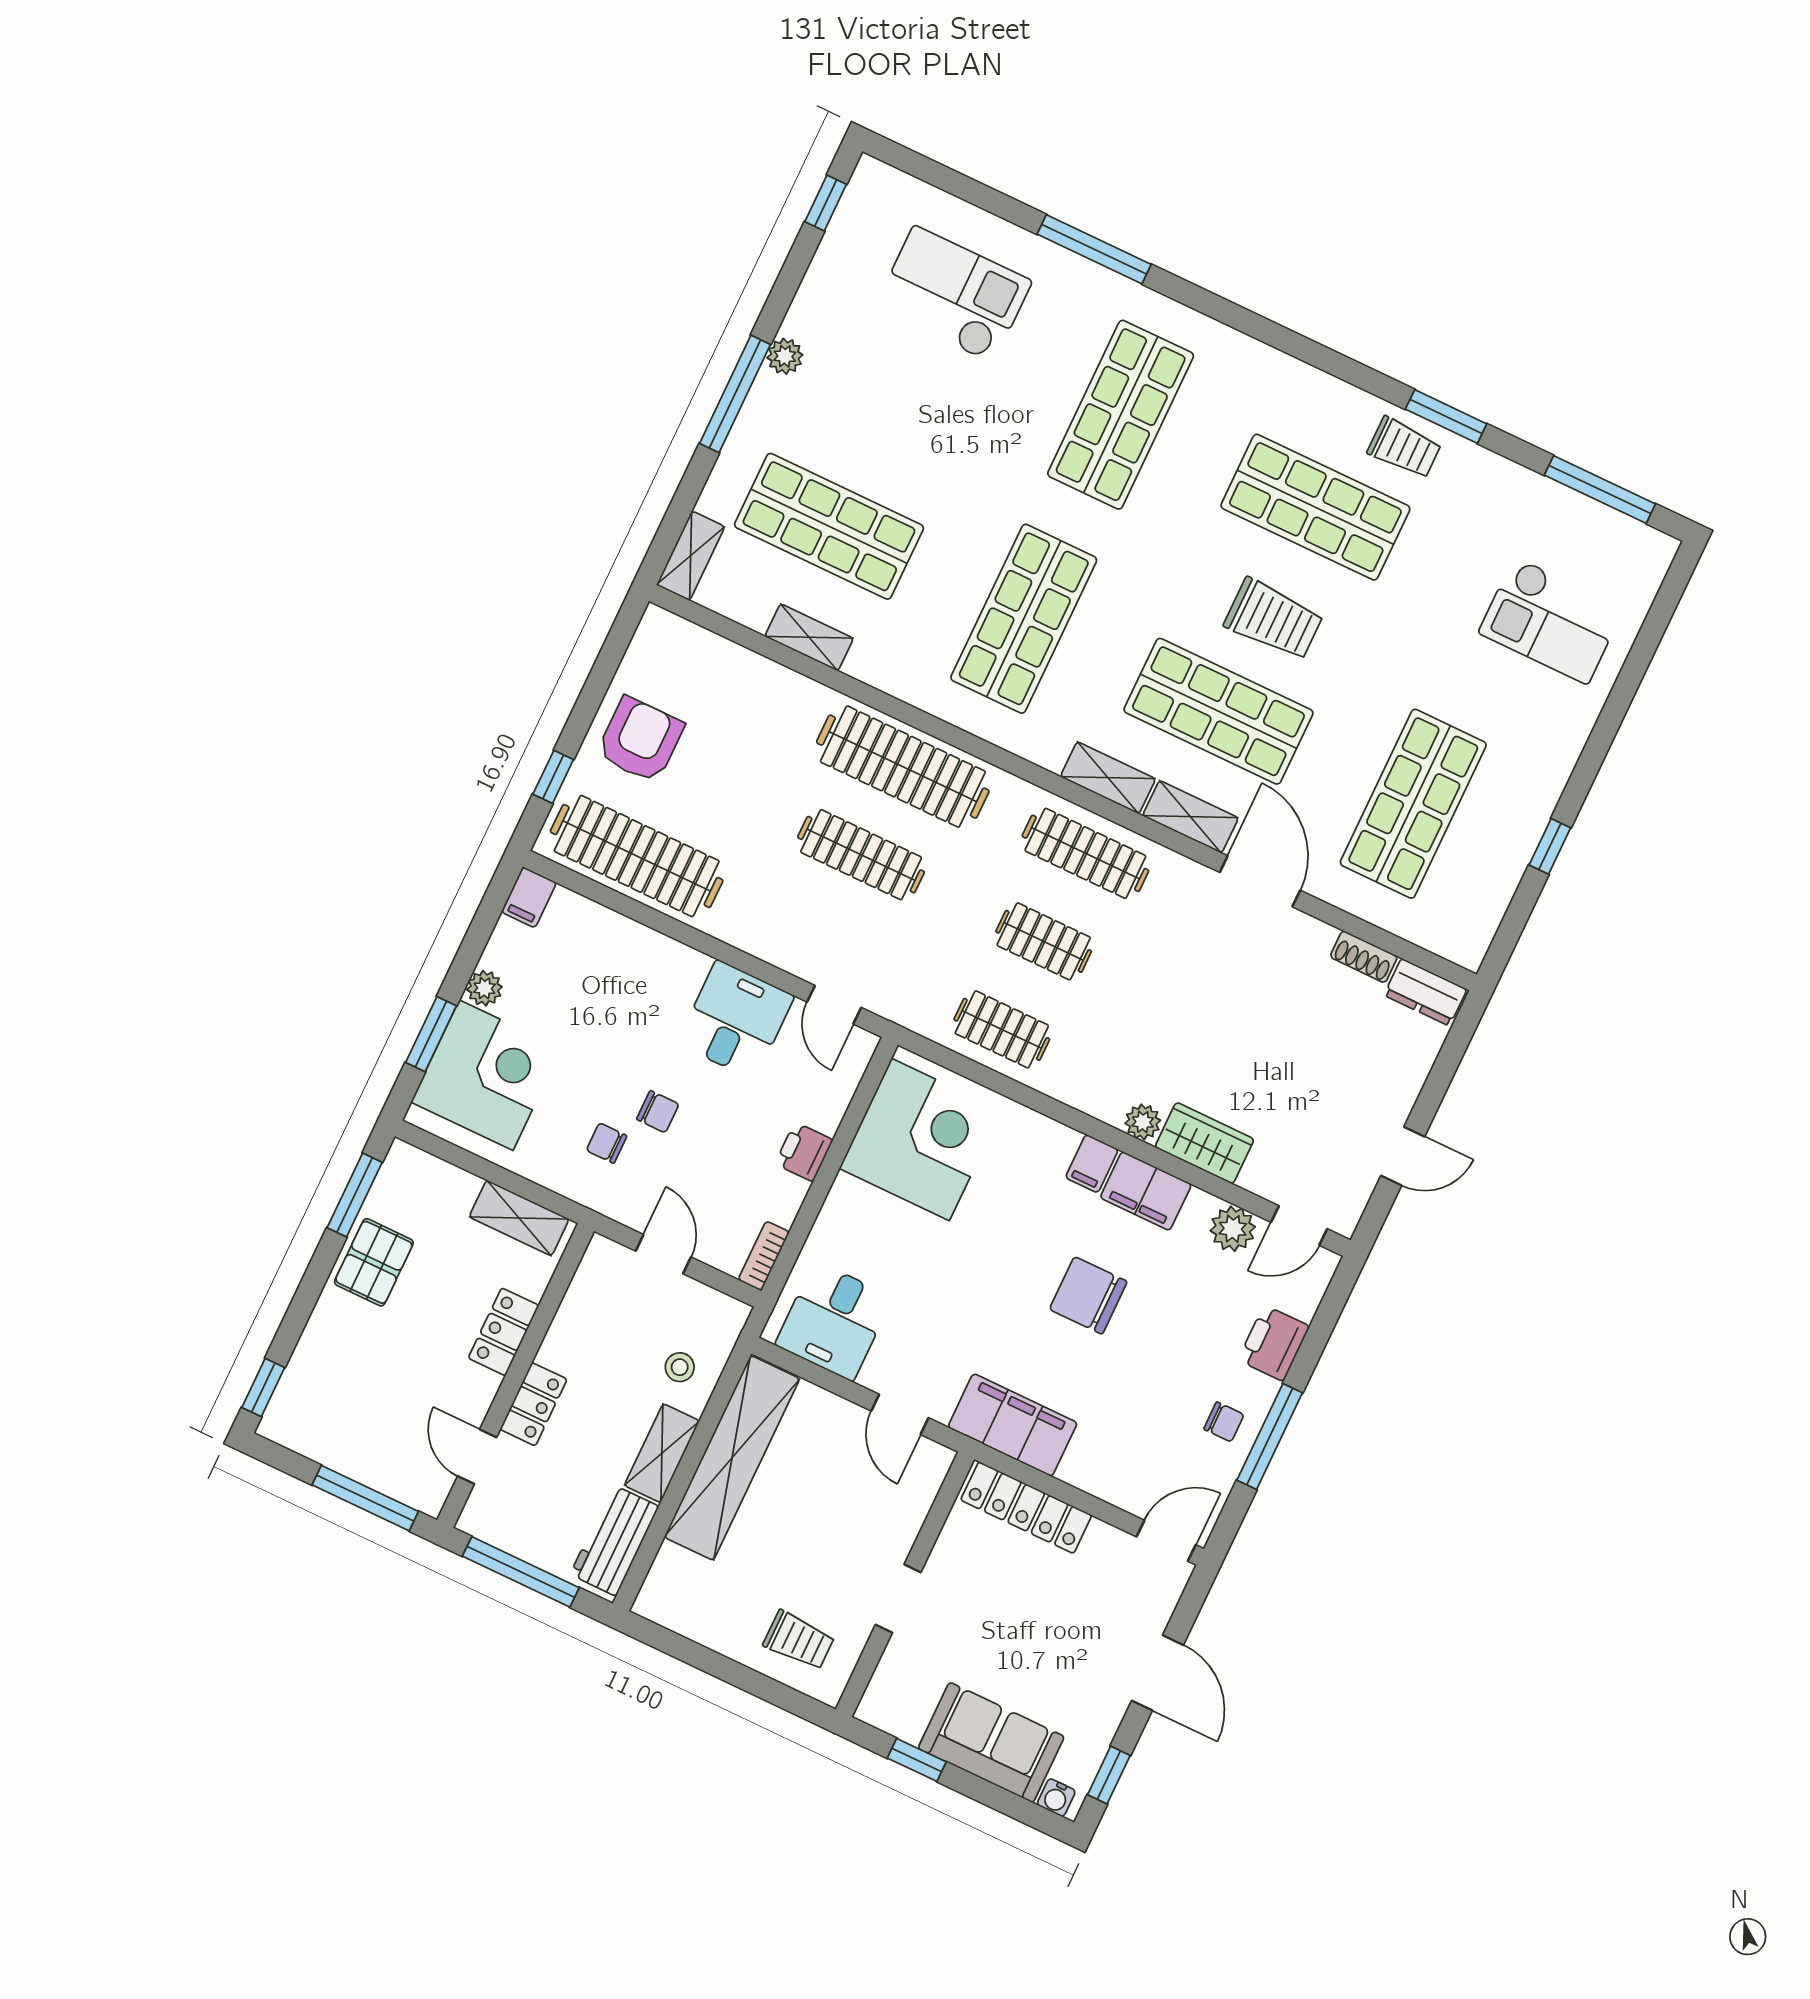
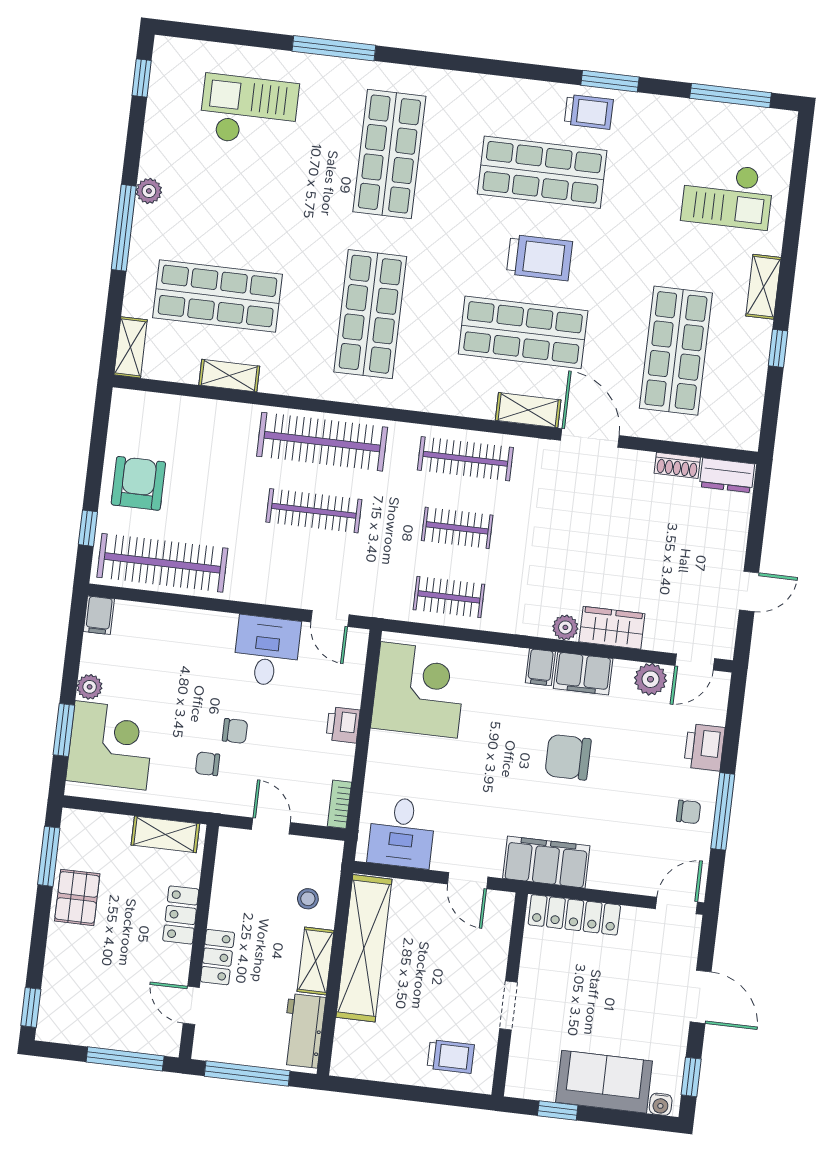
shelving: (1108, 778) -> (763, 287), moved, turned 90

